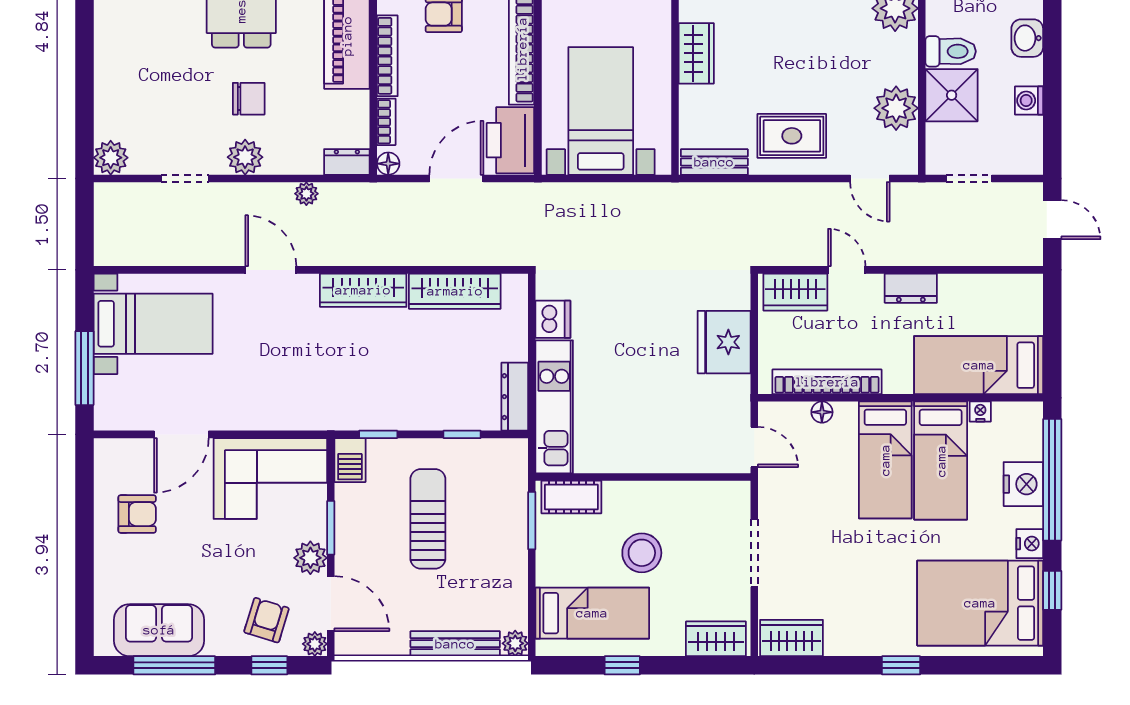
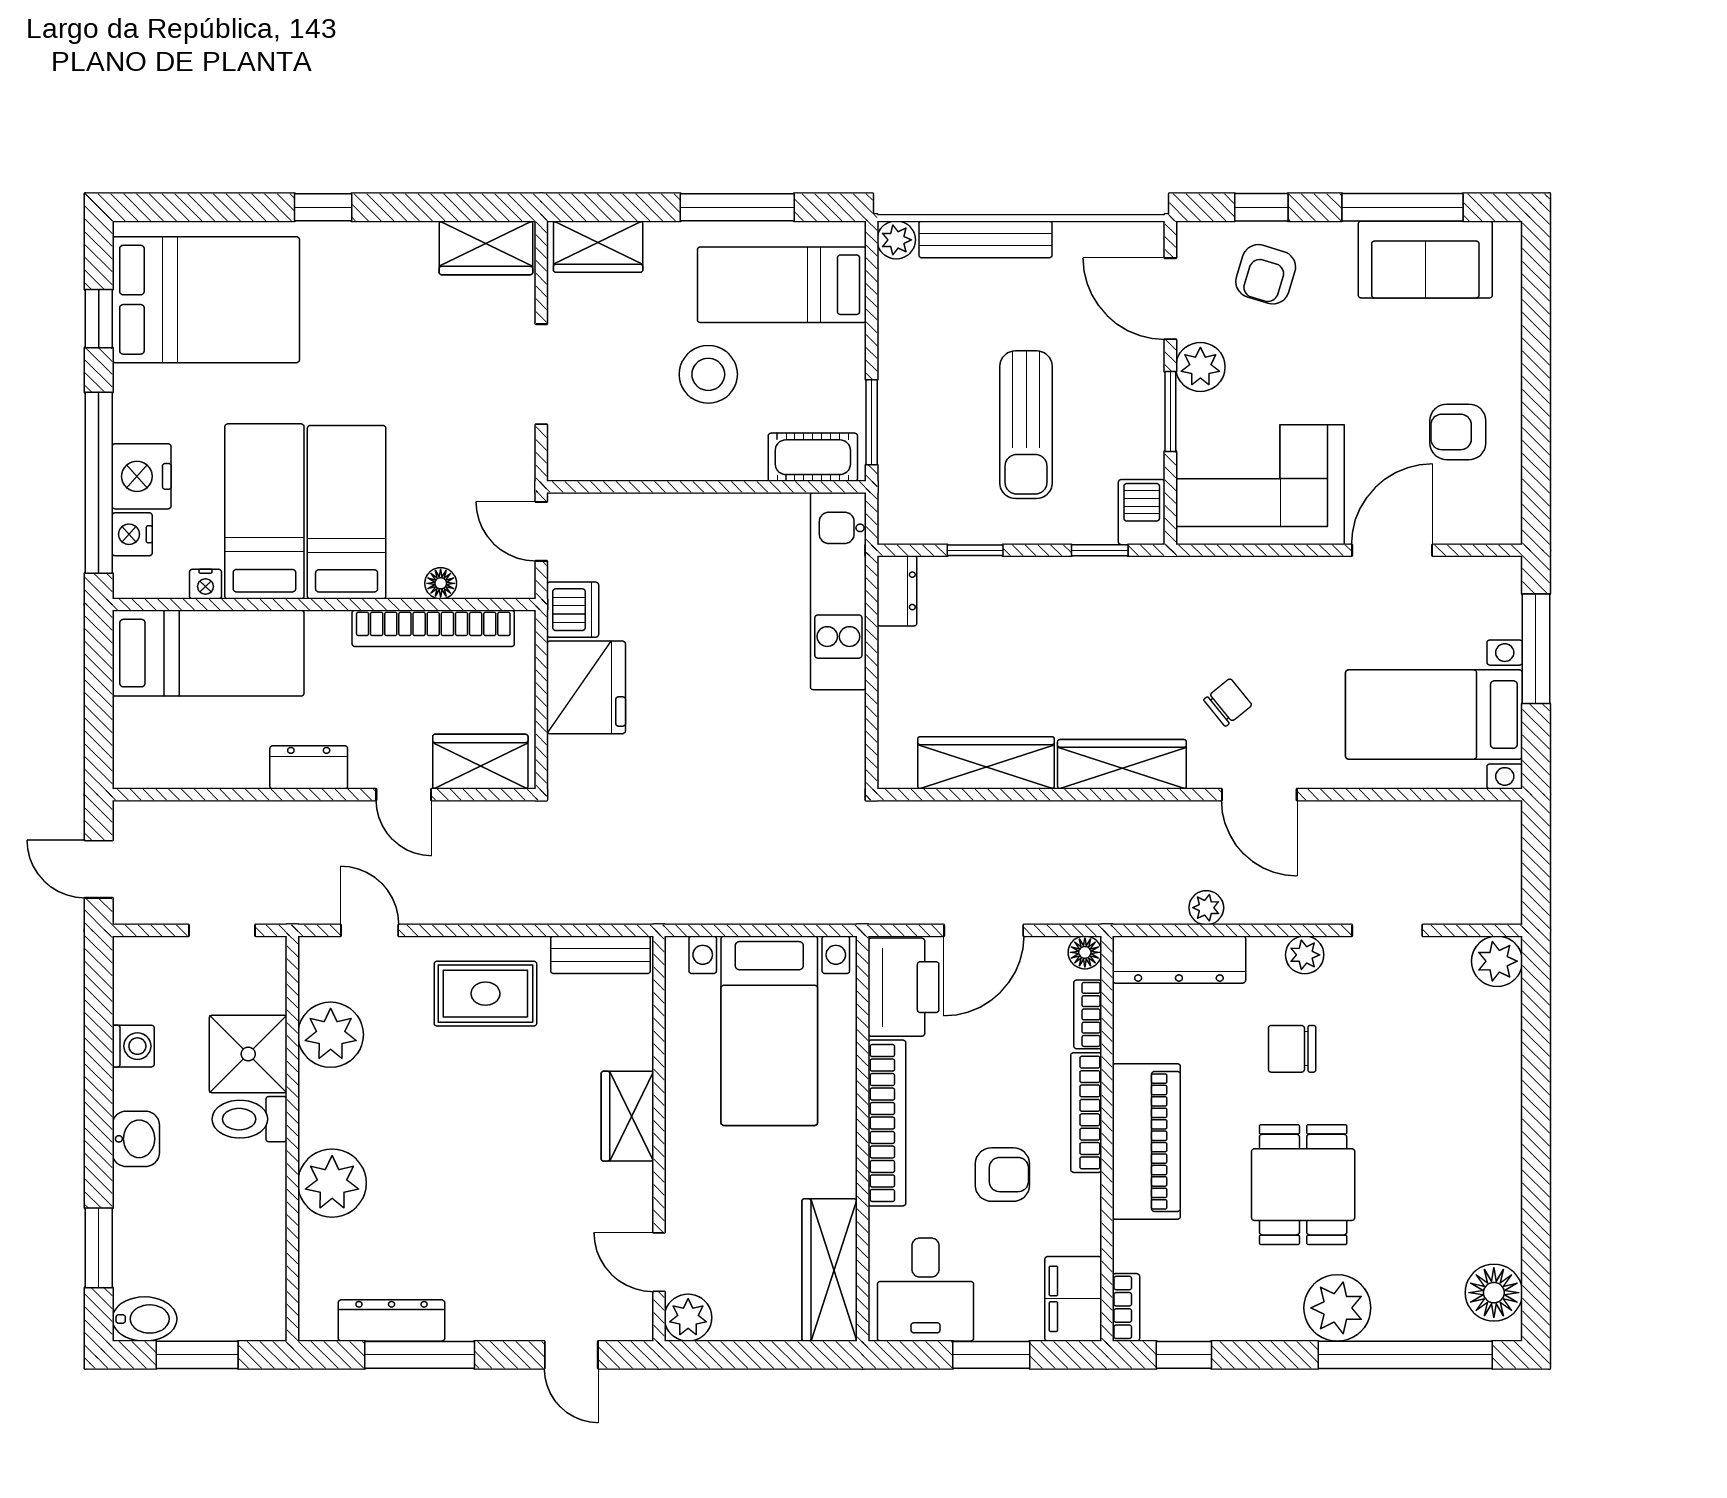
plant: (245, 157) -> (1305, 955), width x0.73, depth x0.73
dresser: (347, 162) -> (1179, 960), width x1.96, depth x1.24
dishwasher: (553, 319) -> (573, 610), moved, turned 180
chair: (292, 332) -> (1228, 702), added
dresser: (515, 397) -> (897, 591), width x0.70
nightstand: (1030, 544) -> (132, 534), moved
plant: (315, 644) -> (1194, 239), removed
window: (622, 665) -> (737, 207), width x2.17

